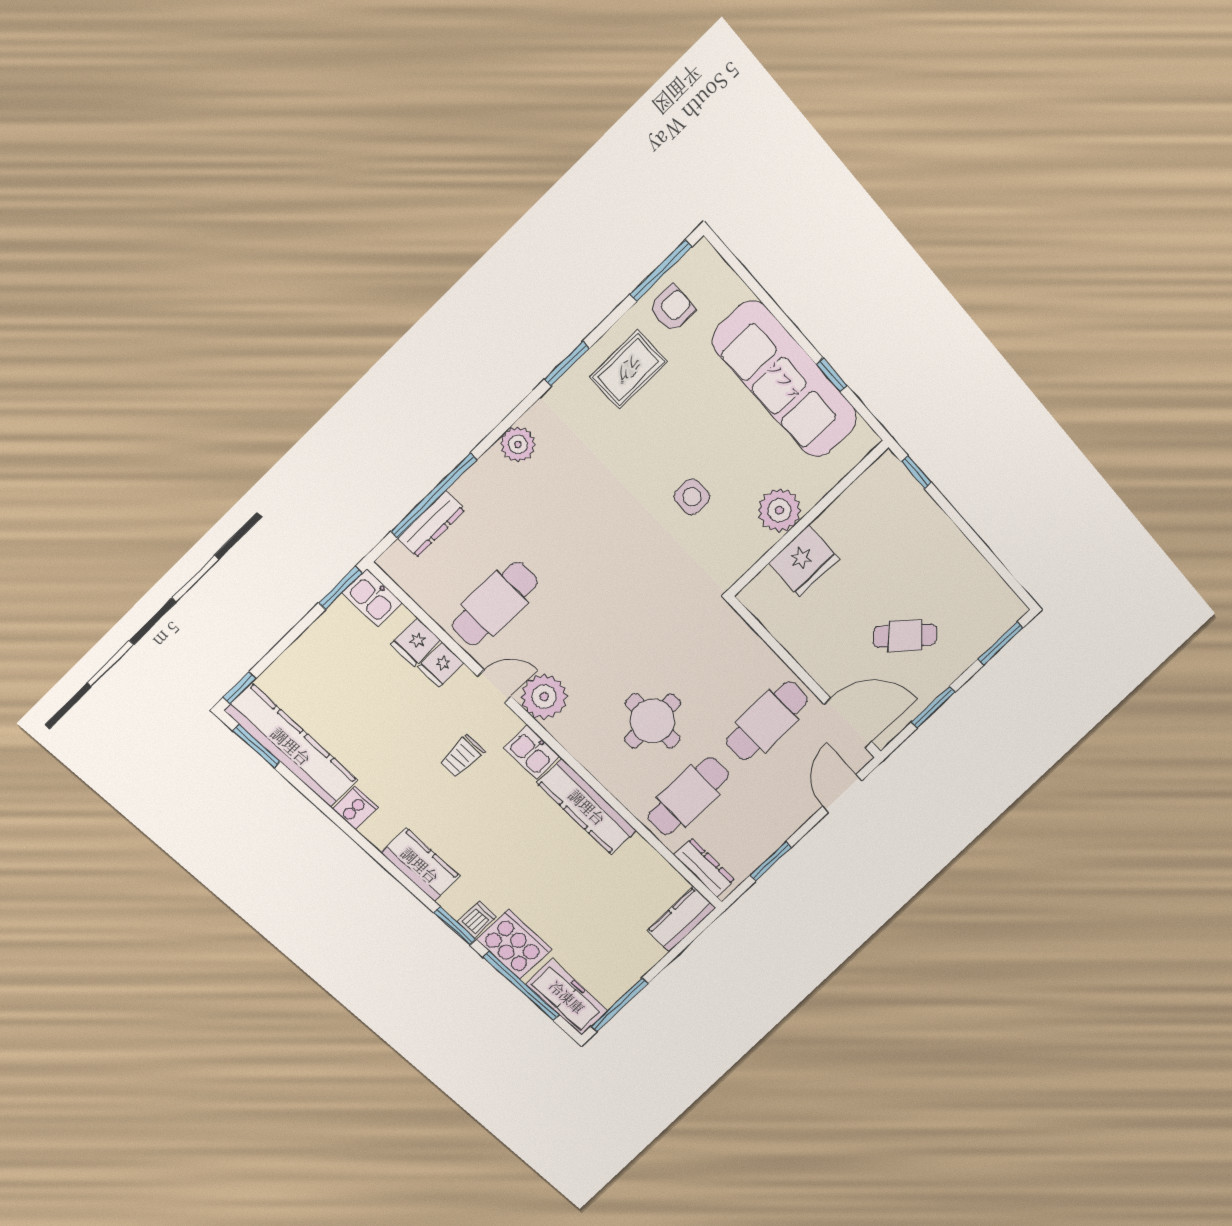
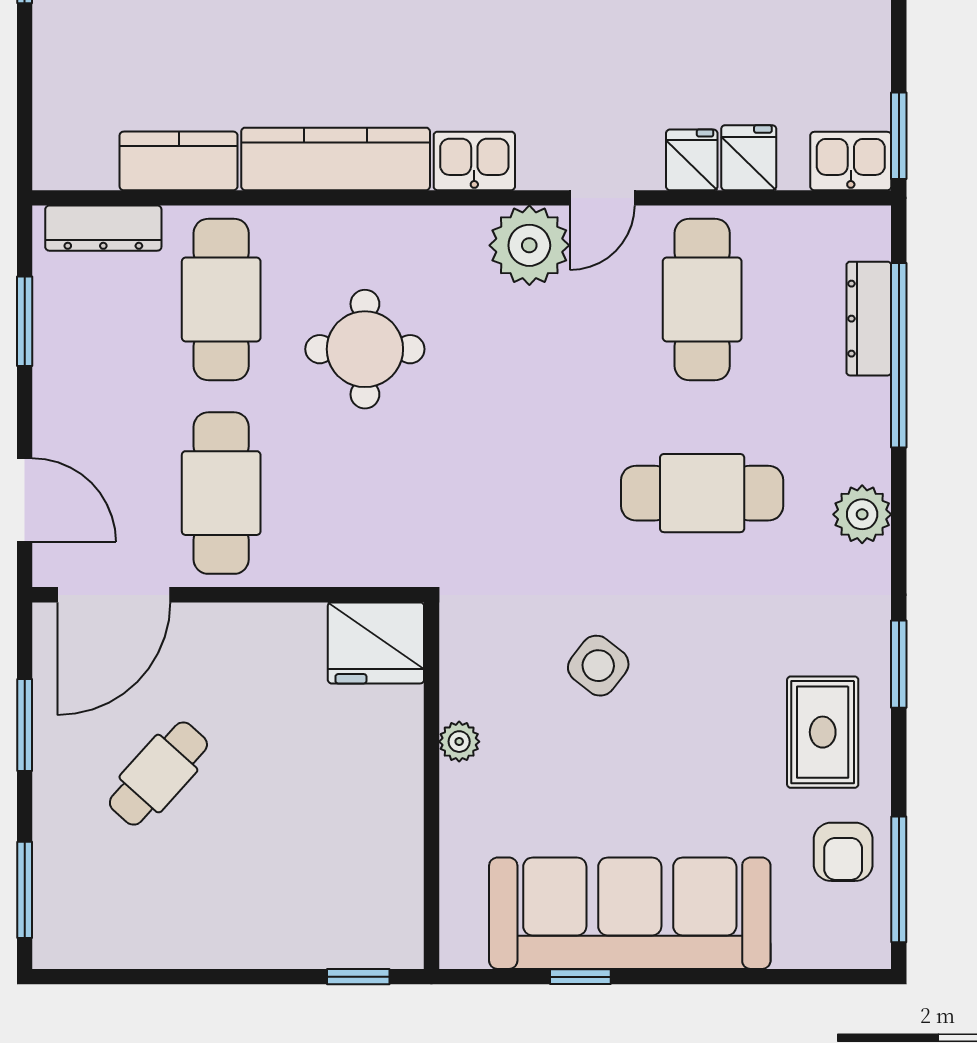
side table: (692, 497) -> (598, 666), turned 38
plant: (779, 510) -> (459, 742), width x0.53, depth x0.53
cafe table: (576, 524) -> (702, 493), added
fridge: (804, 561) -> (376, 643), moved, turned -90
trolley: (462, 756) -> (554, 72), removed
kitchen counter: (682, 919) -> (179, 161), moved, turned -90

